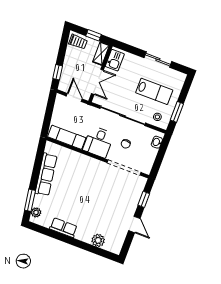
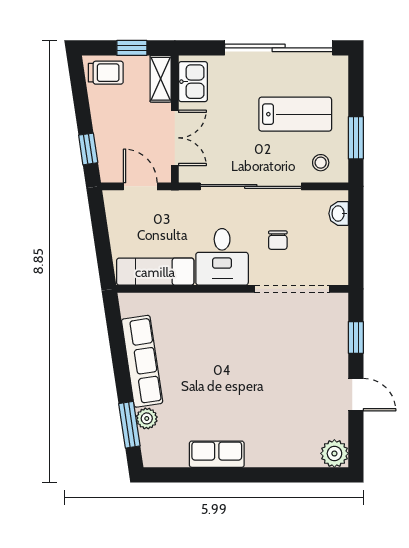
sliding door: (158, 60) -> (279, 48), width x1.86
plant: (36, 212) -> (147, 418), moved
plant: (98, 240) -> (334, 453), moved

